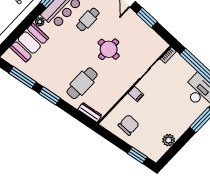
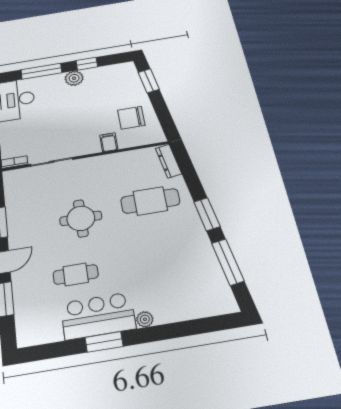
booth: (29, 43) -> (182, 302), removed
filing cabinet: (136, 94) -> (109, 142), moved
plant: (169, 140) -> (74, 78), moved
window: (181, 143) -> (87, 64), added

